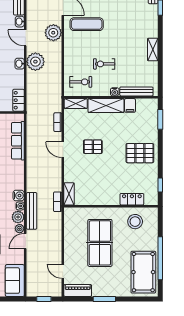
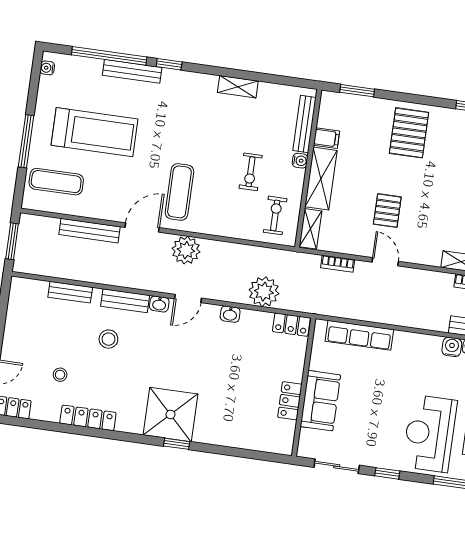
plant: (35, 62) -> (264, 292), moved
door: (63, 150) -> (385, 262), swing flipped

